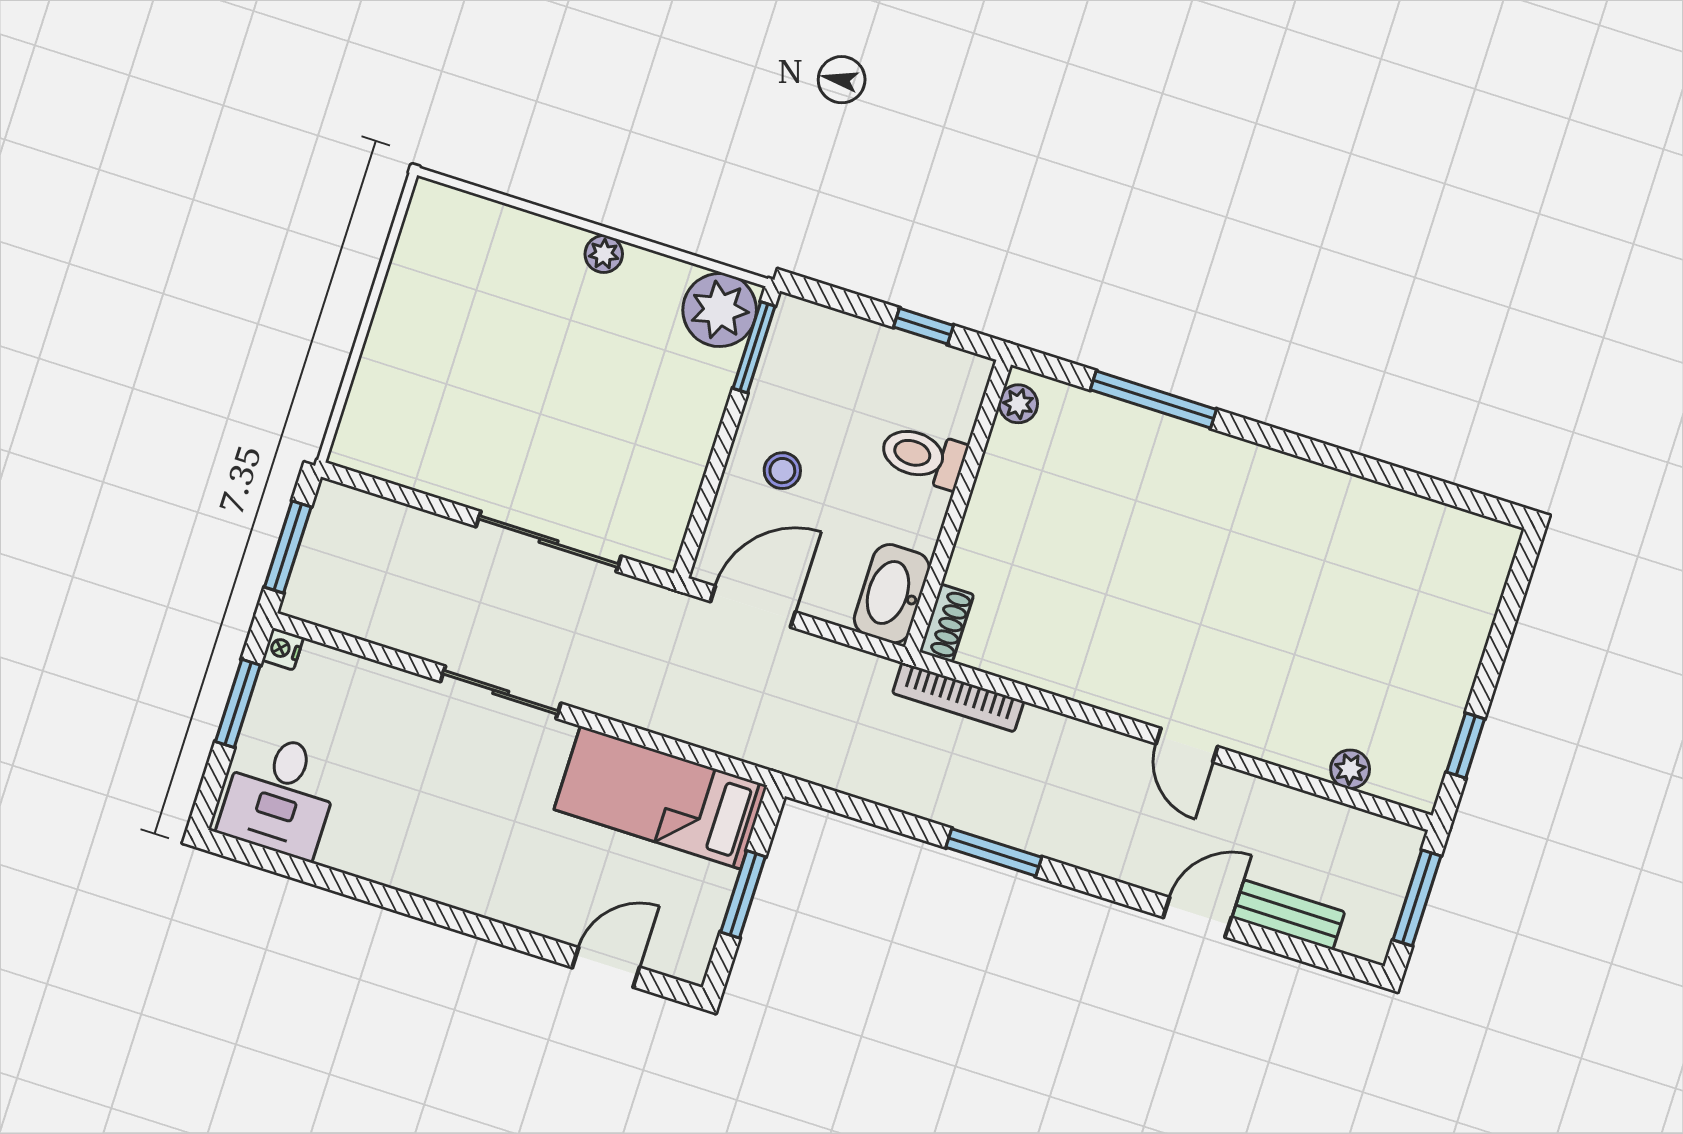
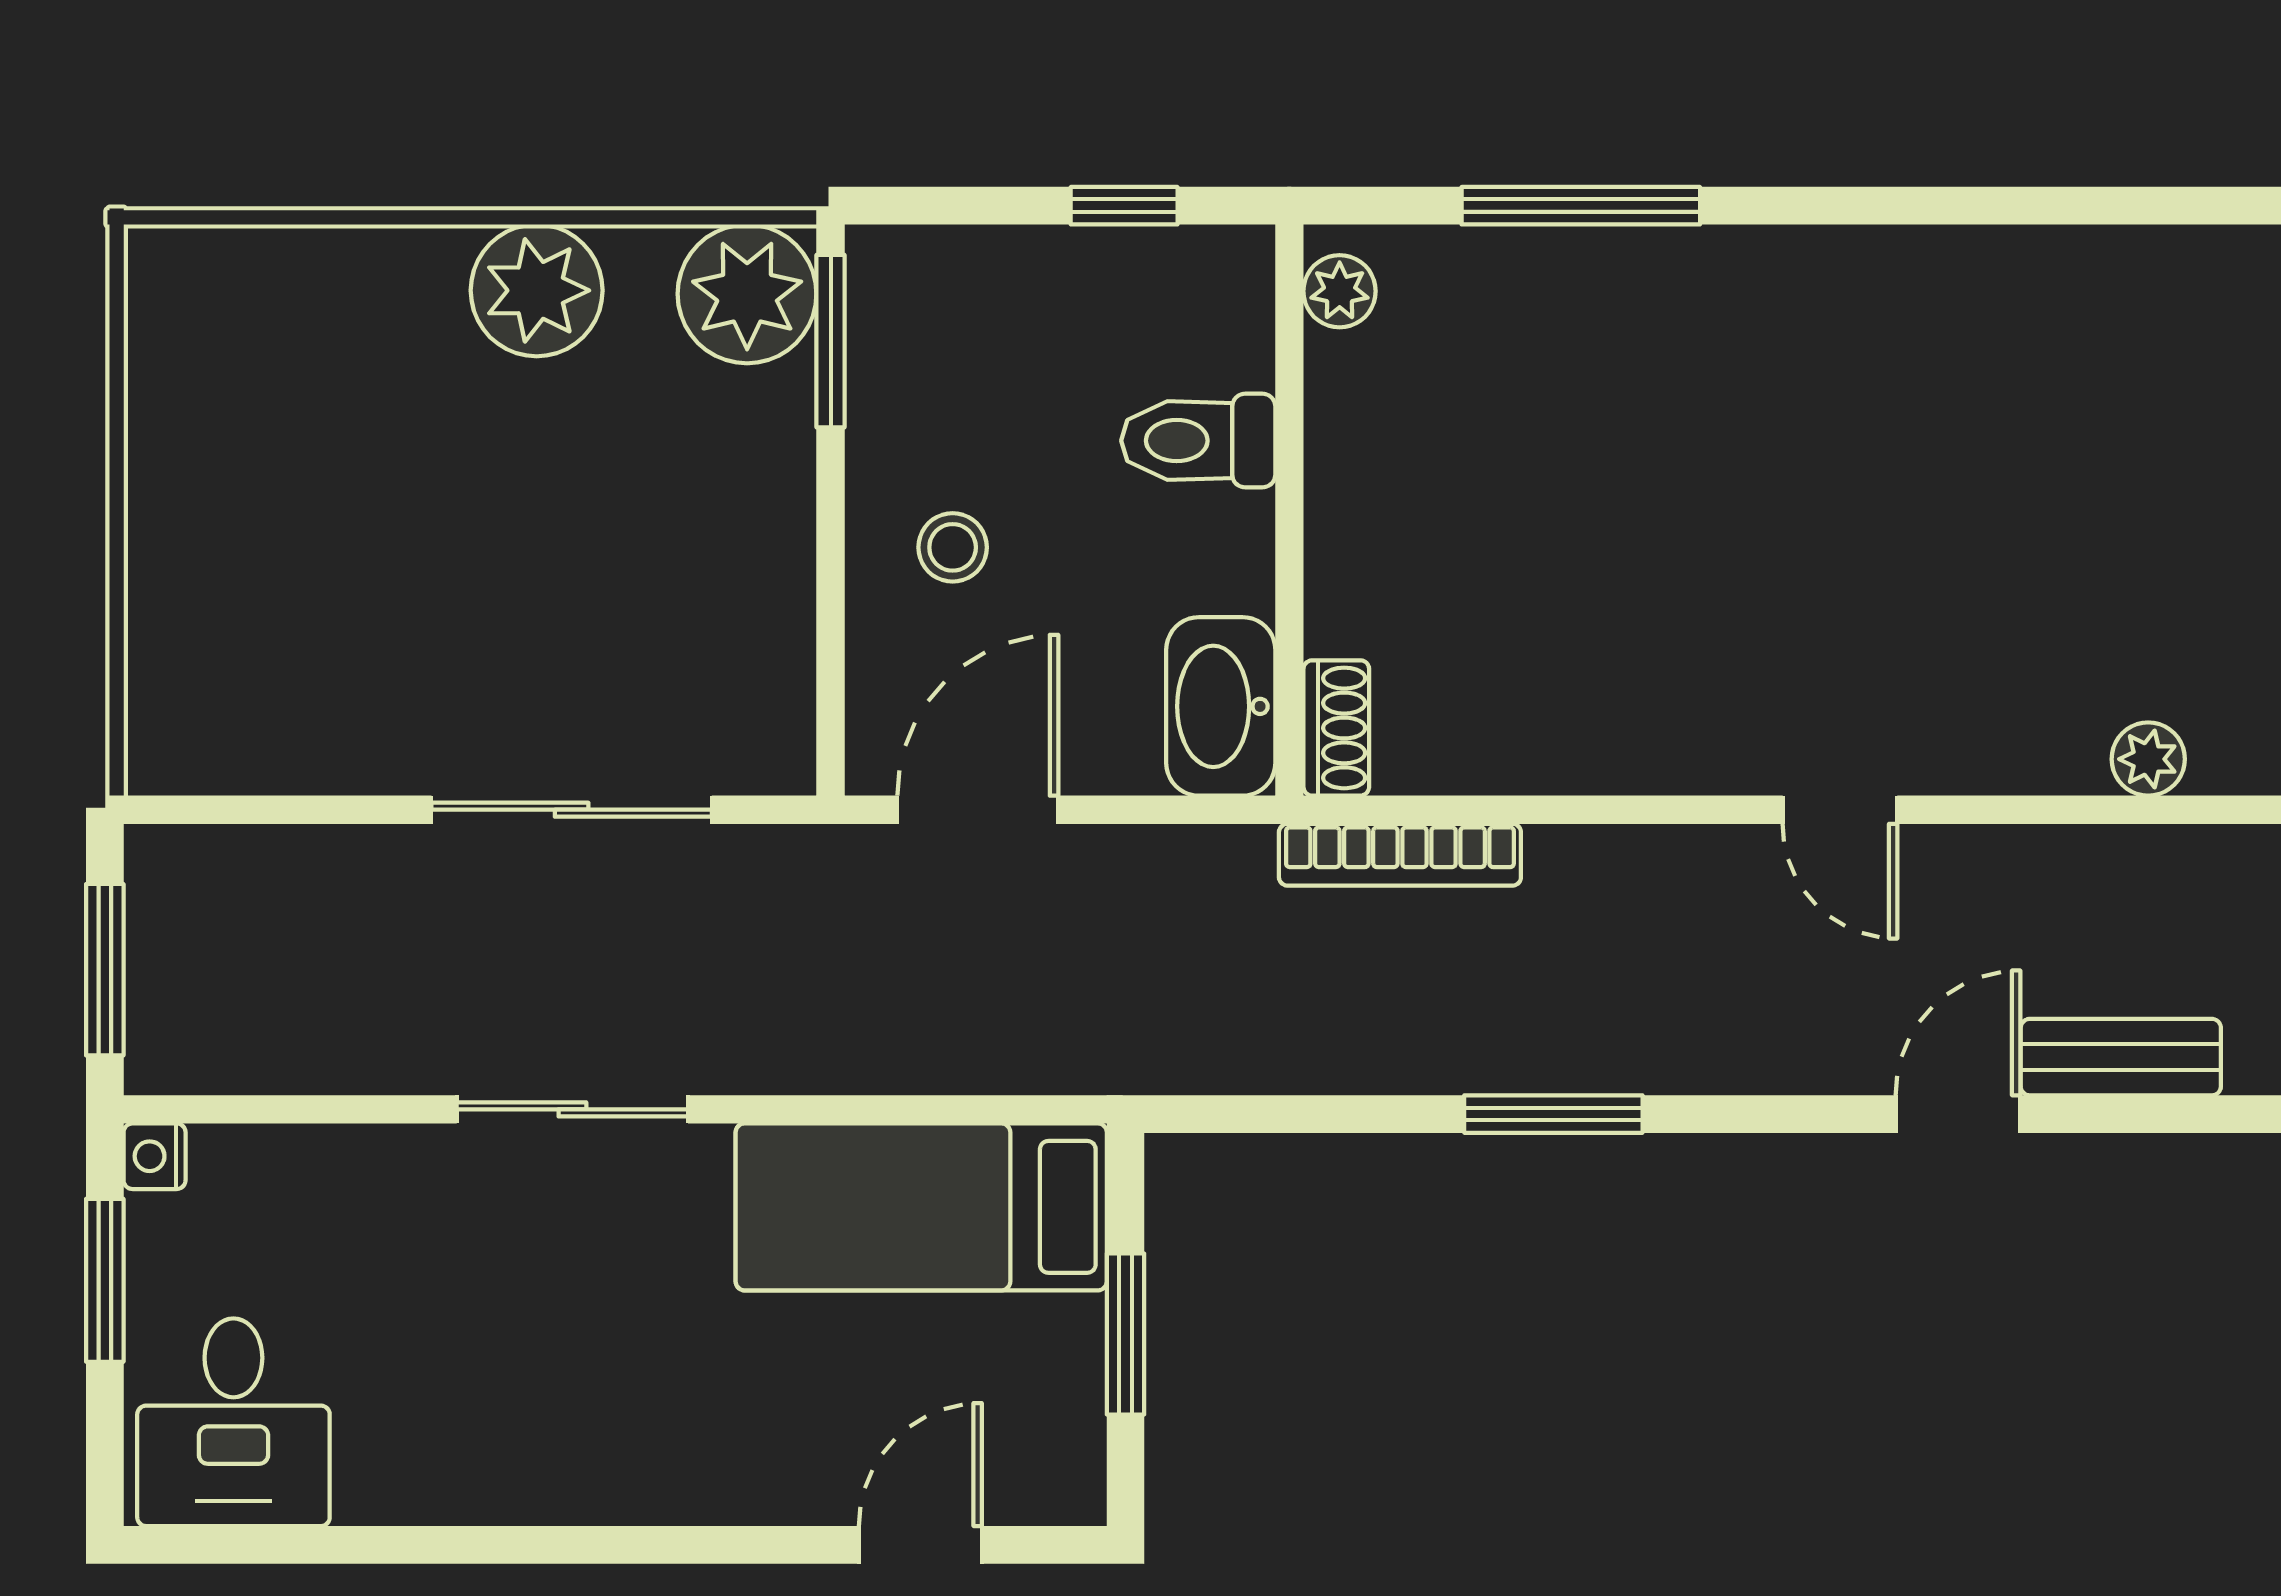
plant: (604, 254) -> (537, 290), width x1.87, depth x1.87

